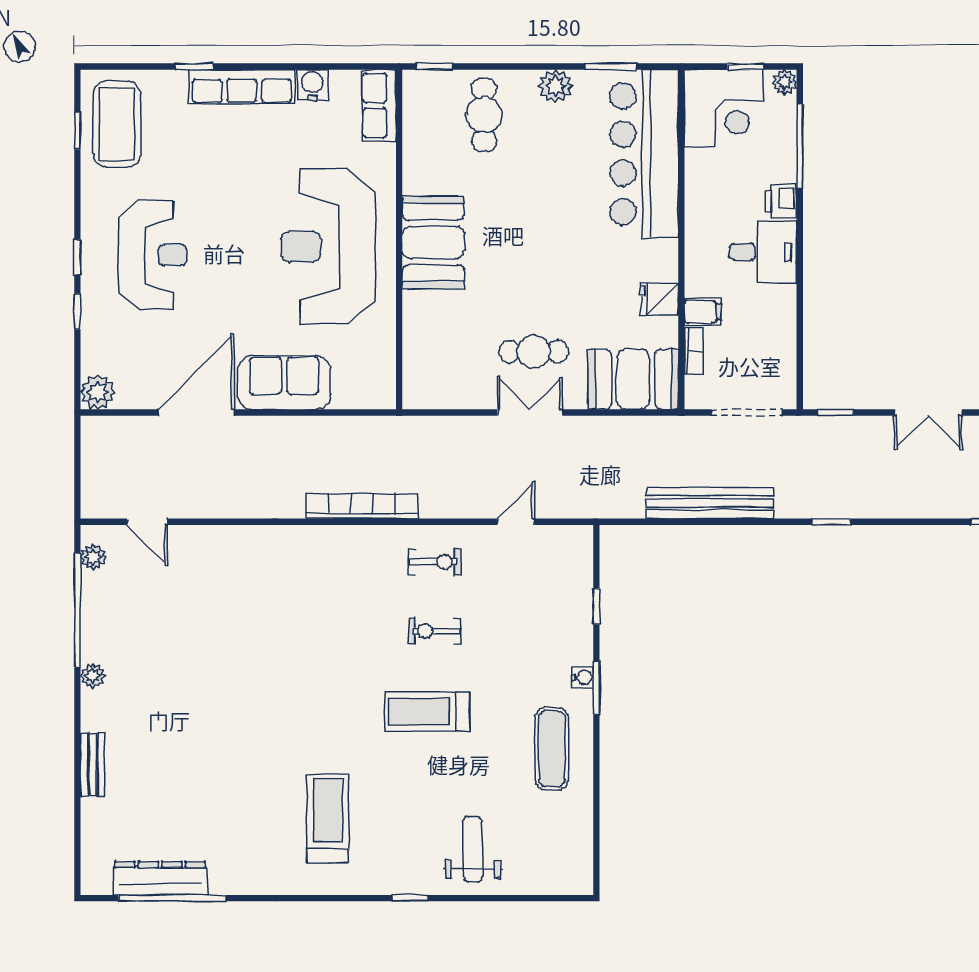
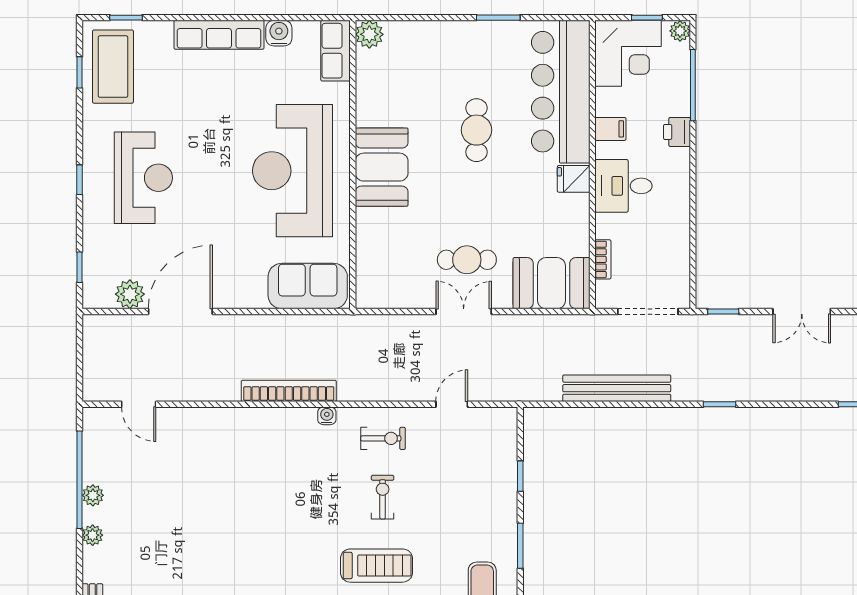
window: (194, 66) -> (126, 18), moved
window: (435, 66) -> (383, 18), removed
window: (611, 66) -> (498, 18), moved
plant: (556, 86) -> (369, 34), moved
cafe table: (484, 115) -> (476, 130), moved
desk: (763, 252) -> (623, 186), moved, turned 180
fridge: (659, 299) -> (574, 179), moved
window: (77, 312) -> (79, 267), moved
filing cabinet: (703, 312) -> (610, 129), moved
sofa: (284, 382) -> (308, 286), moved
plant: (98, 392) -> (130, 294), moved
bookcase: (362, 506) -> (289, 391), moved
plant: (93, 557) -> (93, 495), moved
exercise bike: (434, 631) -> (383, 497), turned 90
water cooler: (583, 677) -> (327, 416), moved, turned -90
treadmill: (427, 712) -> (376, 566), turned 180

